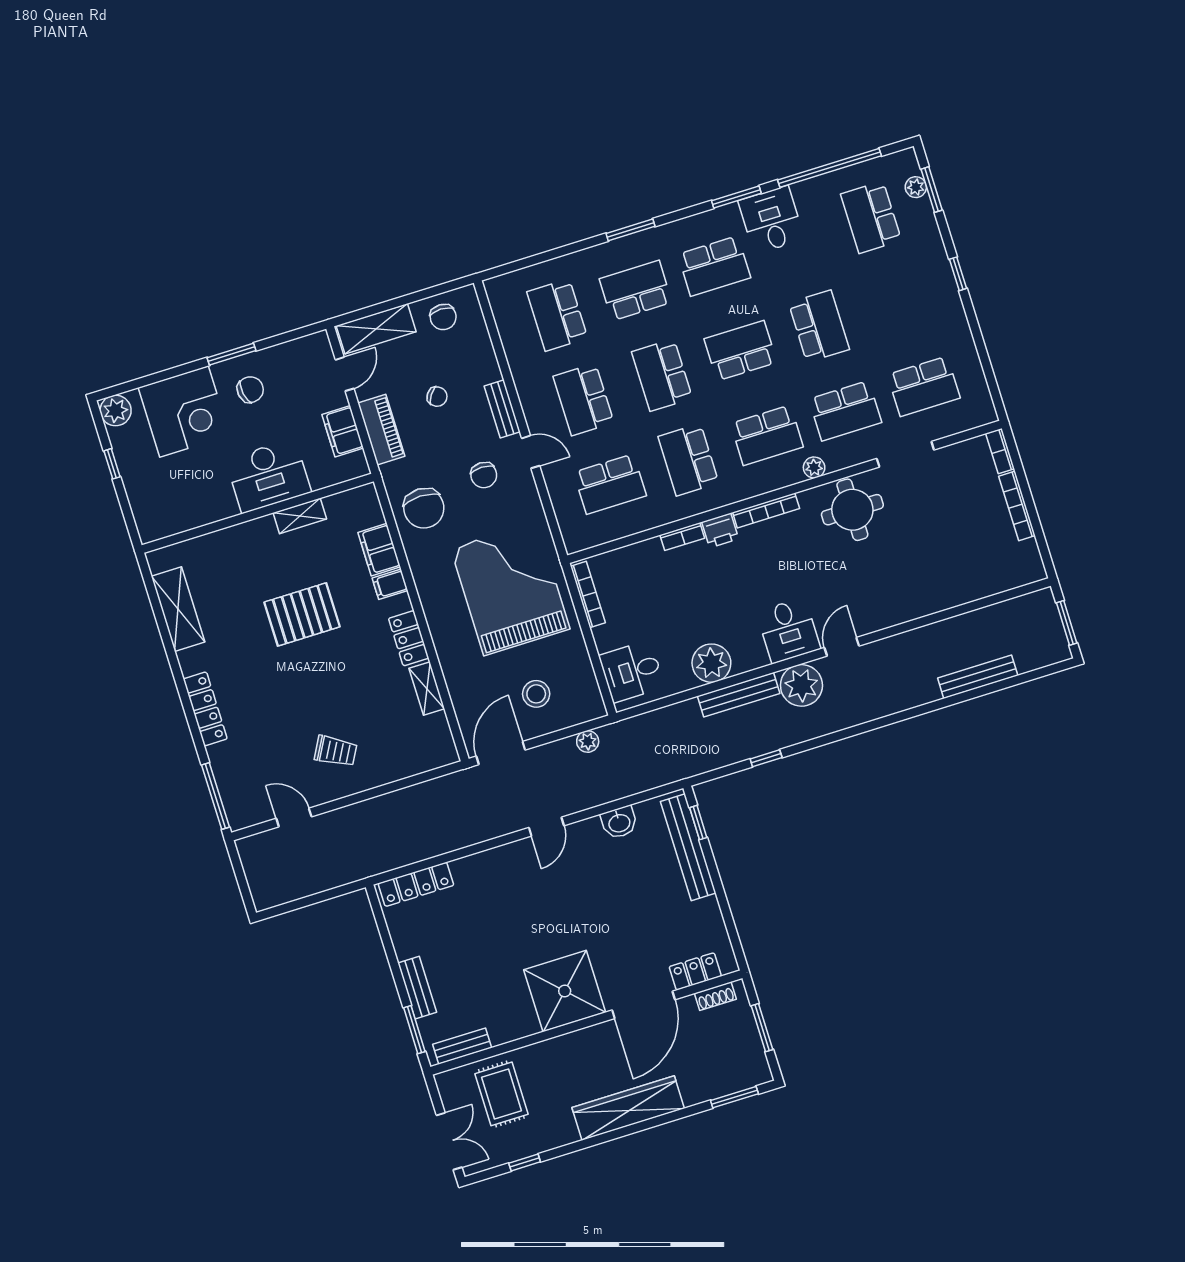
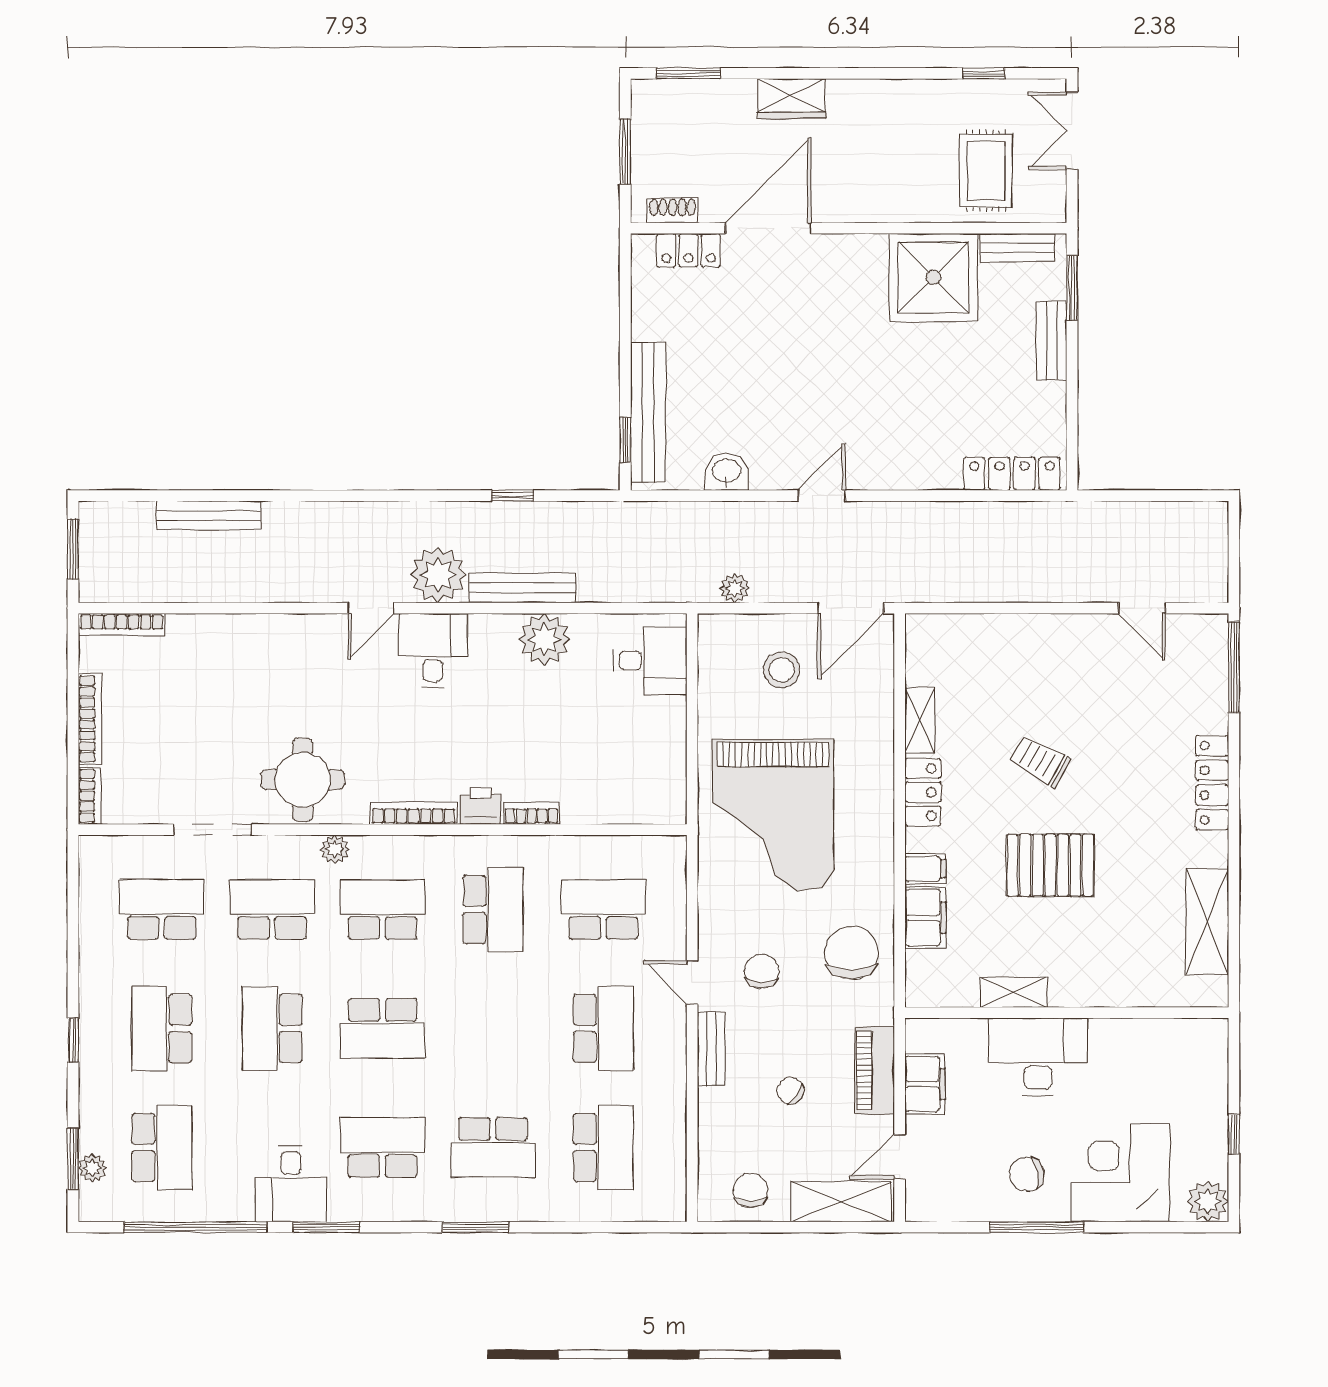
window: (231, 354) -> (1037, 1227), width x1.44
school desk: (662, 375) -> (162, 1028), moved, turned 180
bookcase: (588, 594) -> (122, 624), moved, turned -90
trolley: (336, 751) -> (1040, 761), moved
shower: (565, 991) -> (933, 277), moved
wardrobe: (628, 1108) -> (791, 99), width x0.48, depth x0.85

